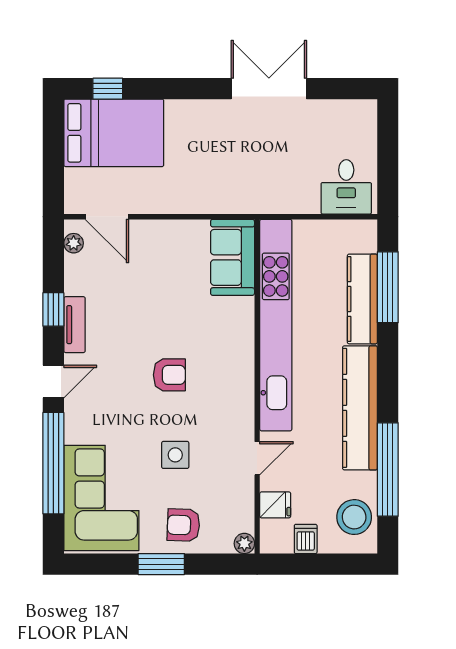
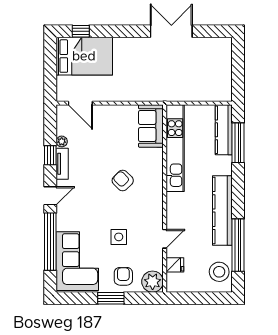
desk: (346, 187) -> (215, 86), removed
plant: (74, 243) -> (62, 141), moved
kitchen counter: (362, 299) -> (224, 130), moved
kitchen unit: (276, 325) -> (175, 148), width x0.73
armchair: (169, 375) -> (123, 180), moved, turned -135
armchair: (183, 525) -> (123, 276), turned 88
dishwasher: (306, 539) -> (192, 284), removed
plant: (244, 543) -> (153, 282), width x1.88, depth x1.88

